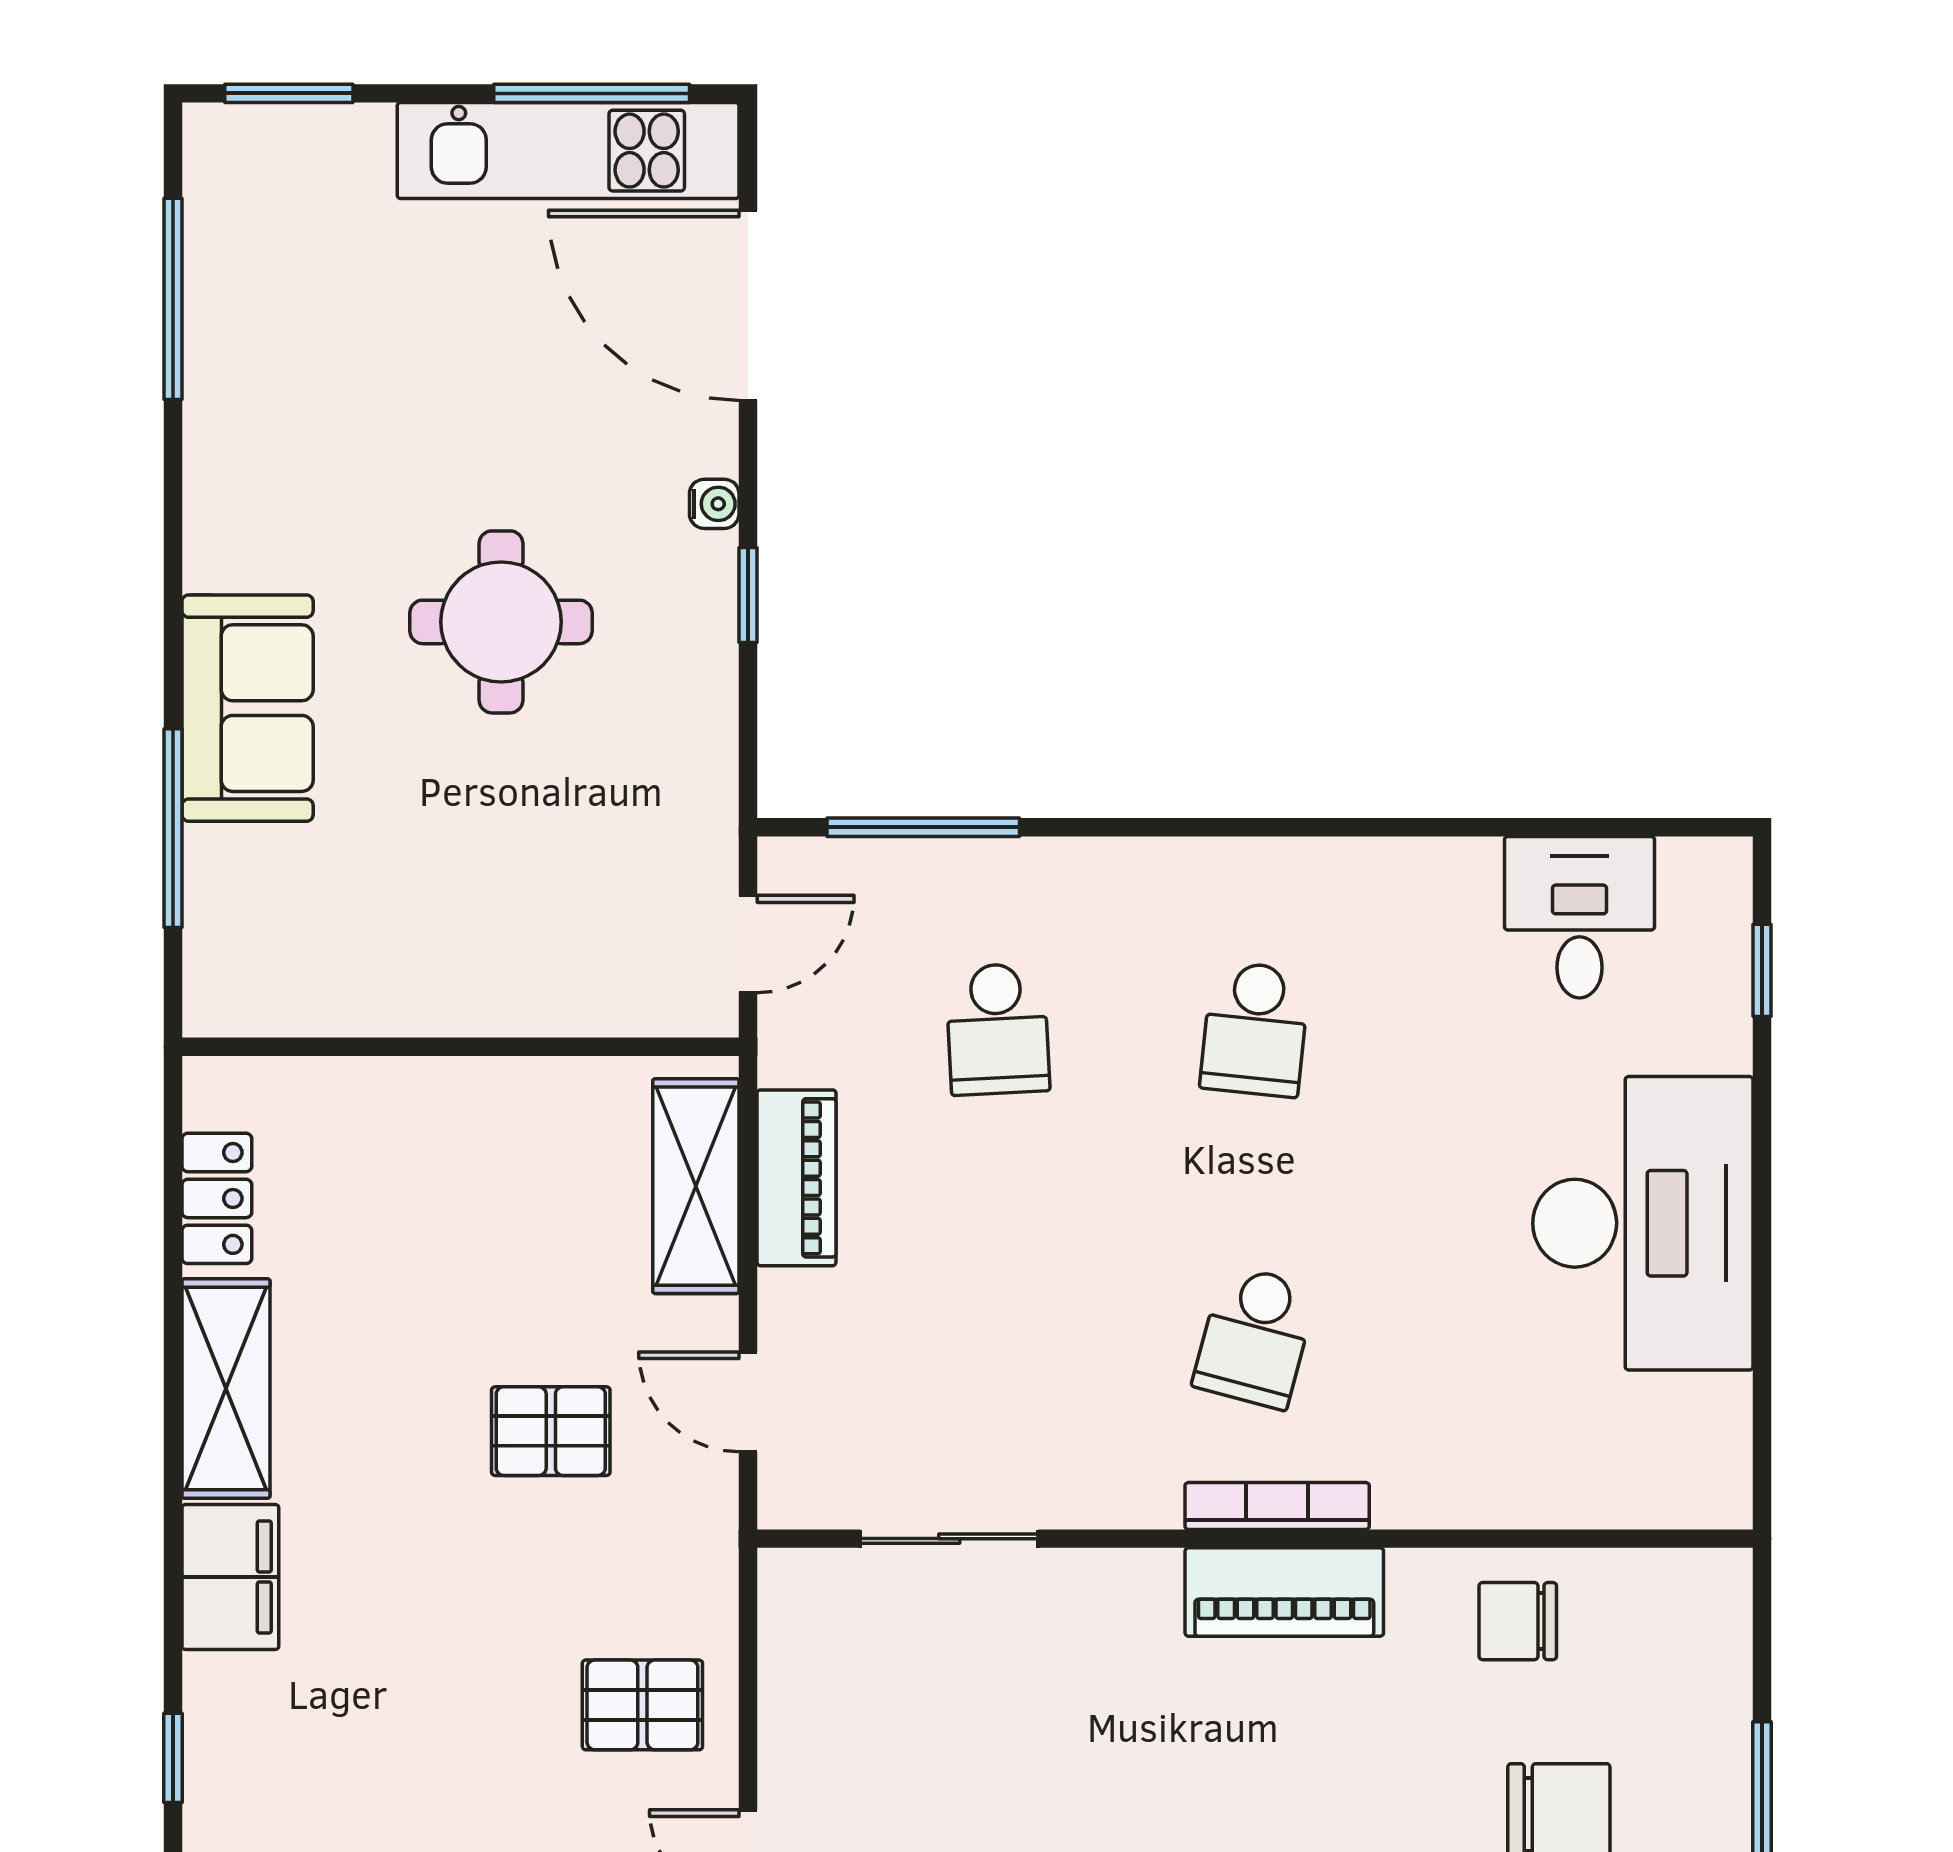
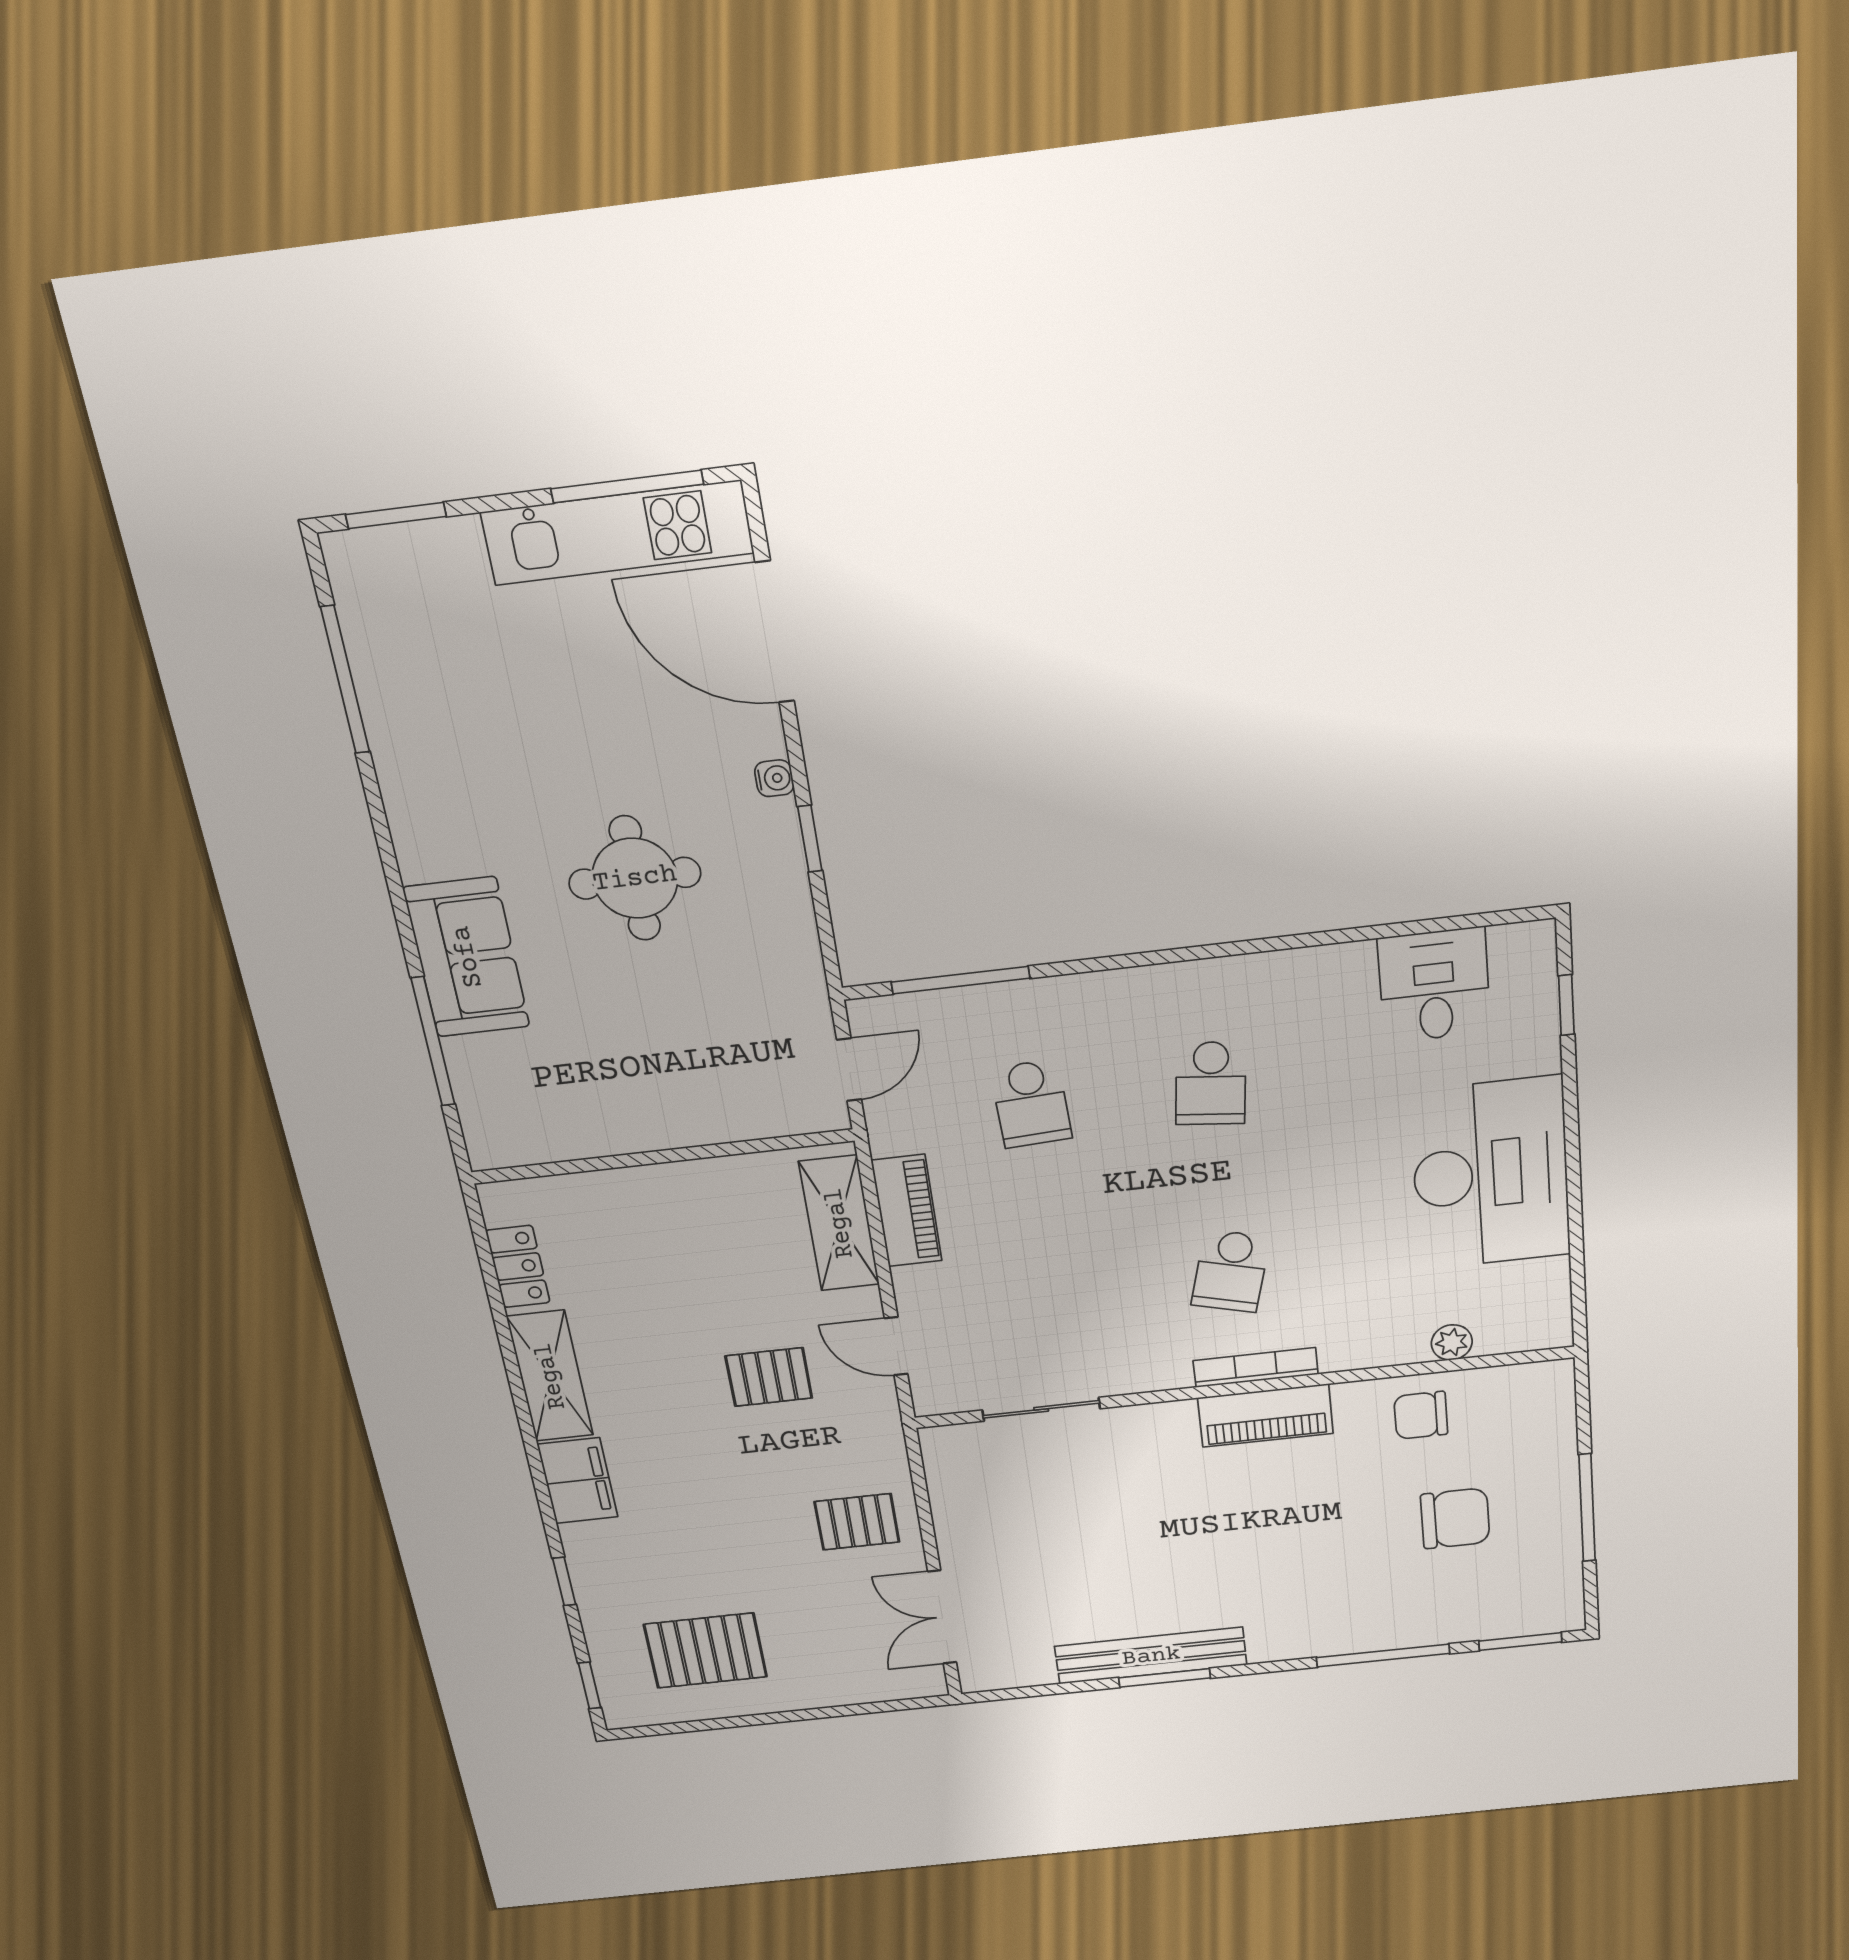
plant: (1571, 1499) -> (1452, 1342), added

